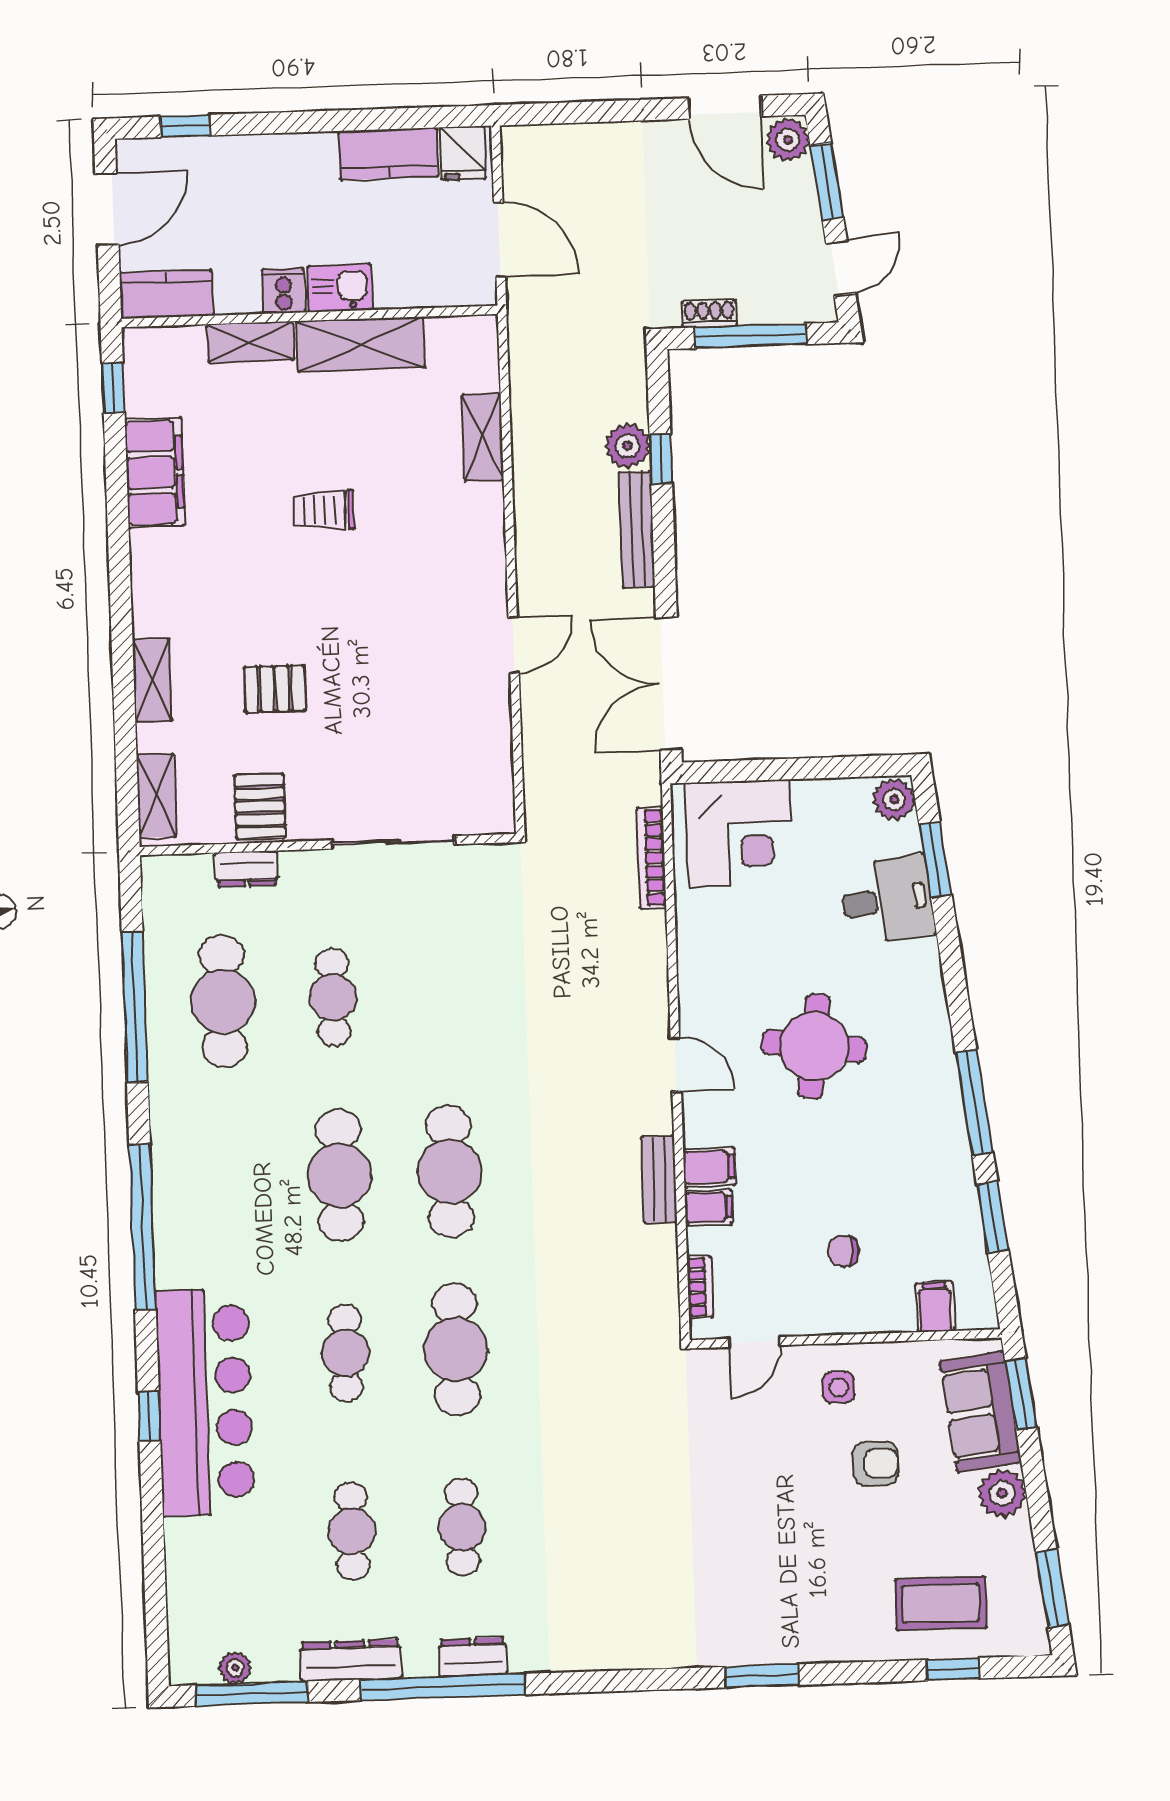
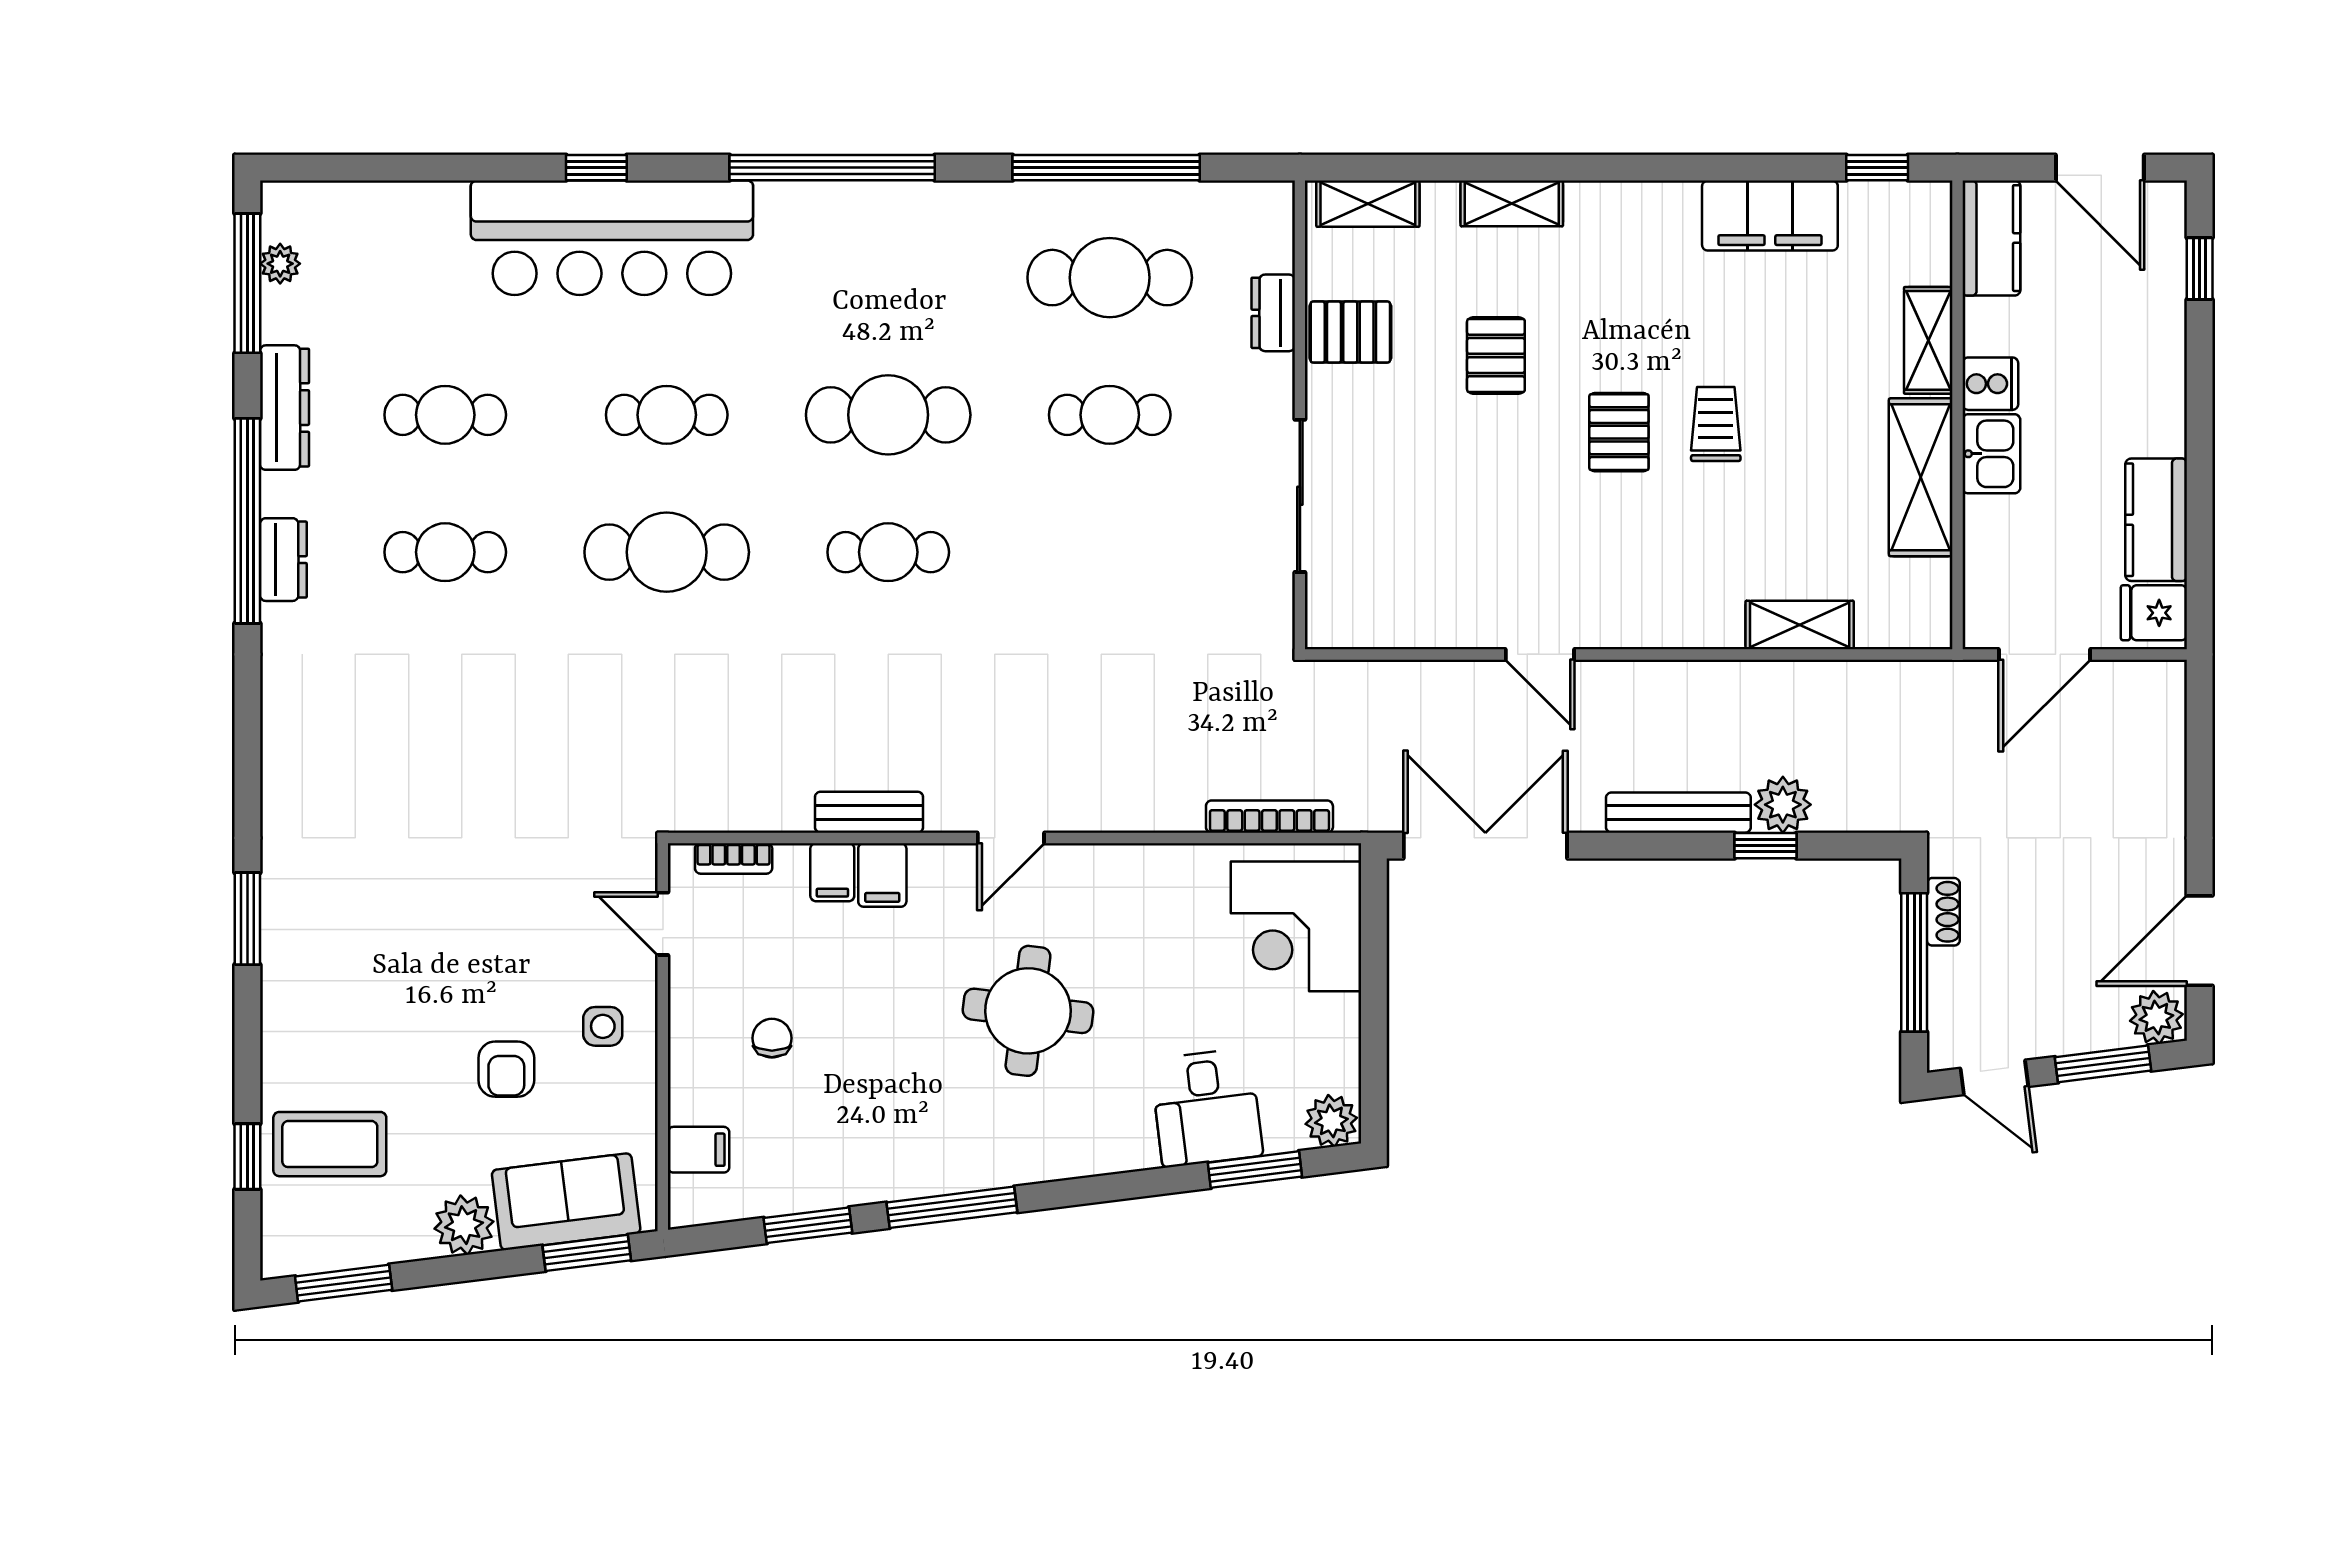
pallet: (333, 588) -> (1619, 432), added
cafe table: (450, 1171) -> (888, 552), width x0.73, depth x0.74
coffee table: (941, 1603) -> (330, 1144), turned 90

